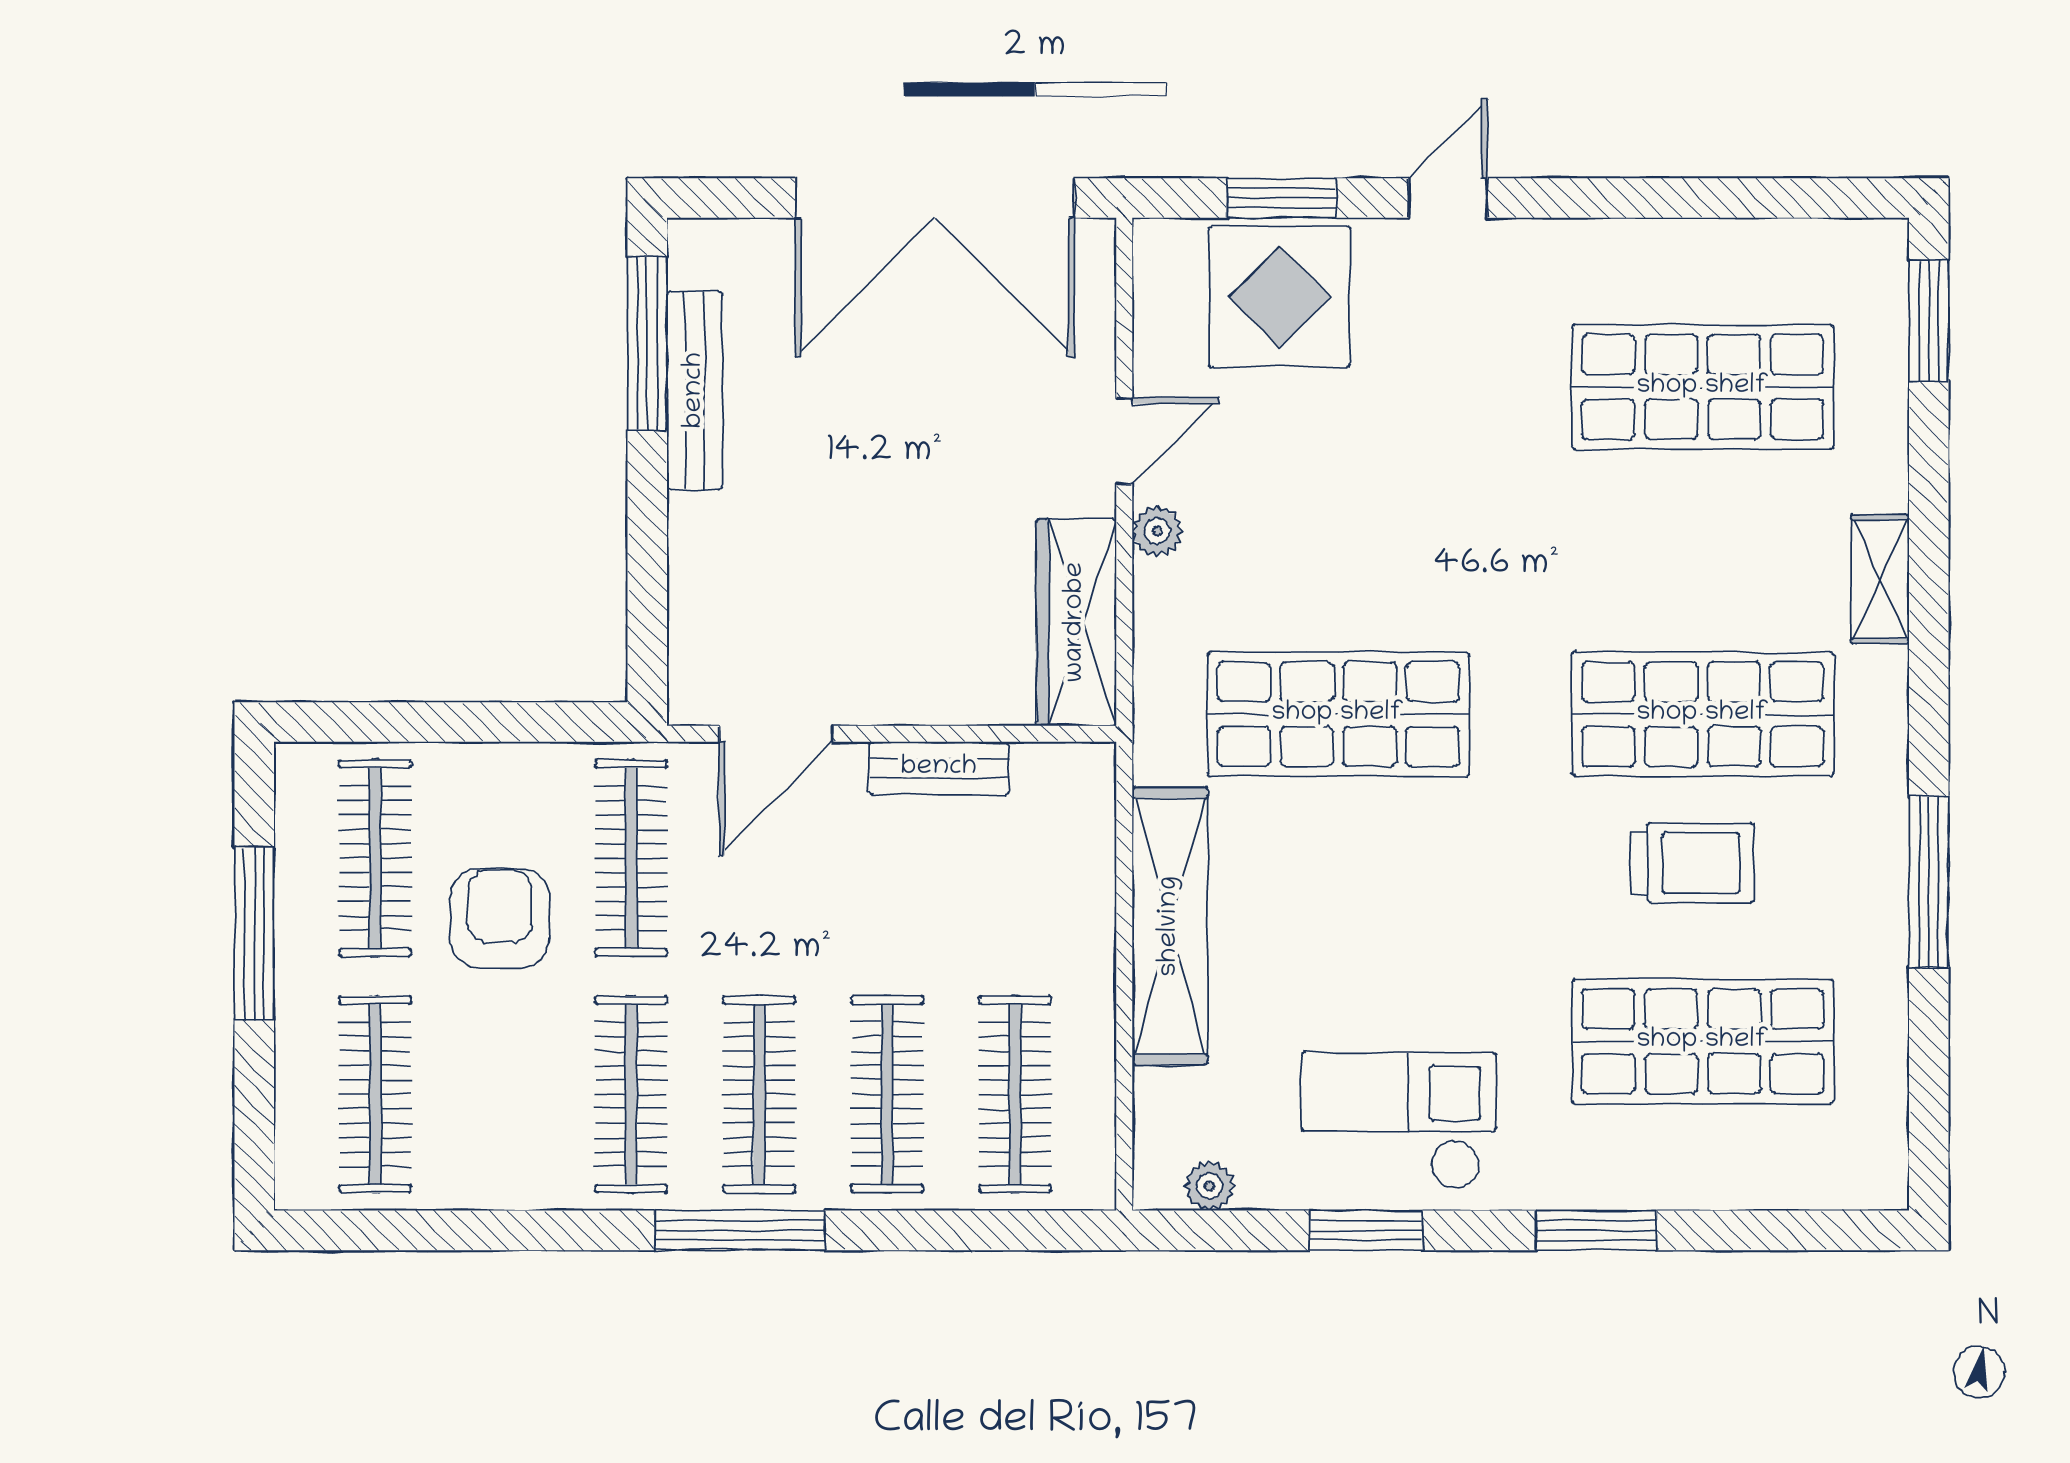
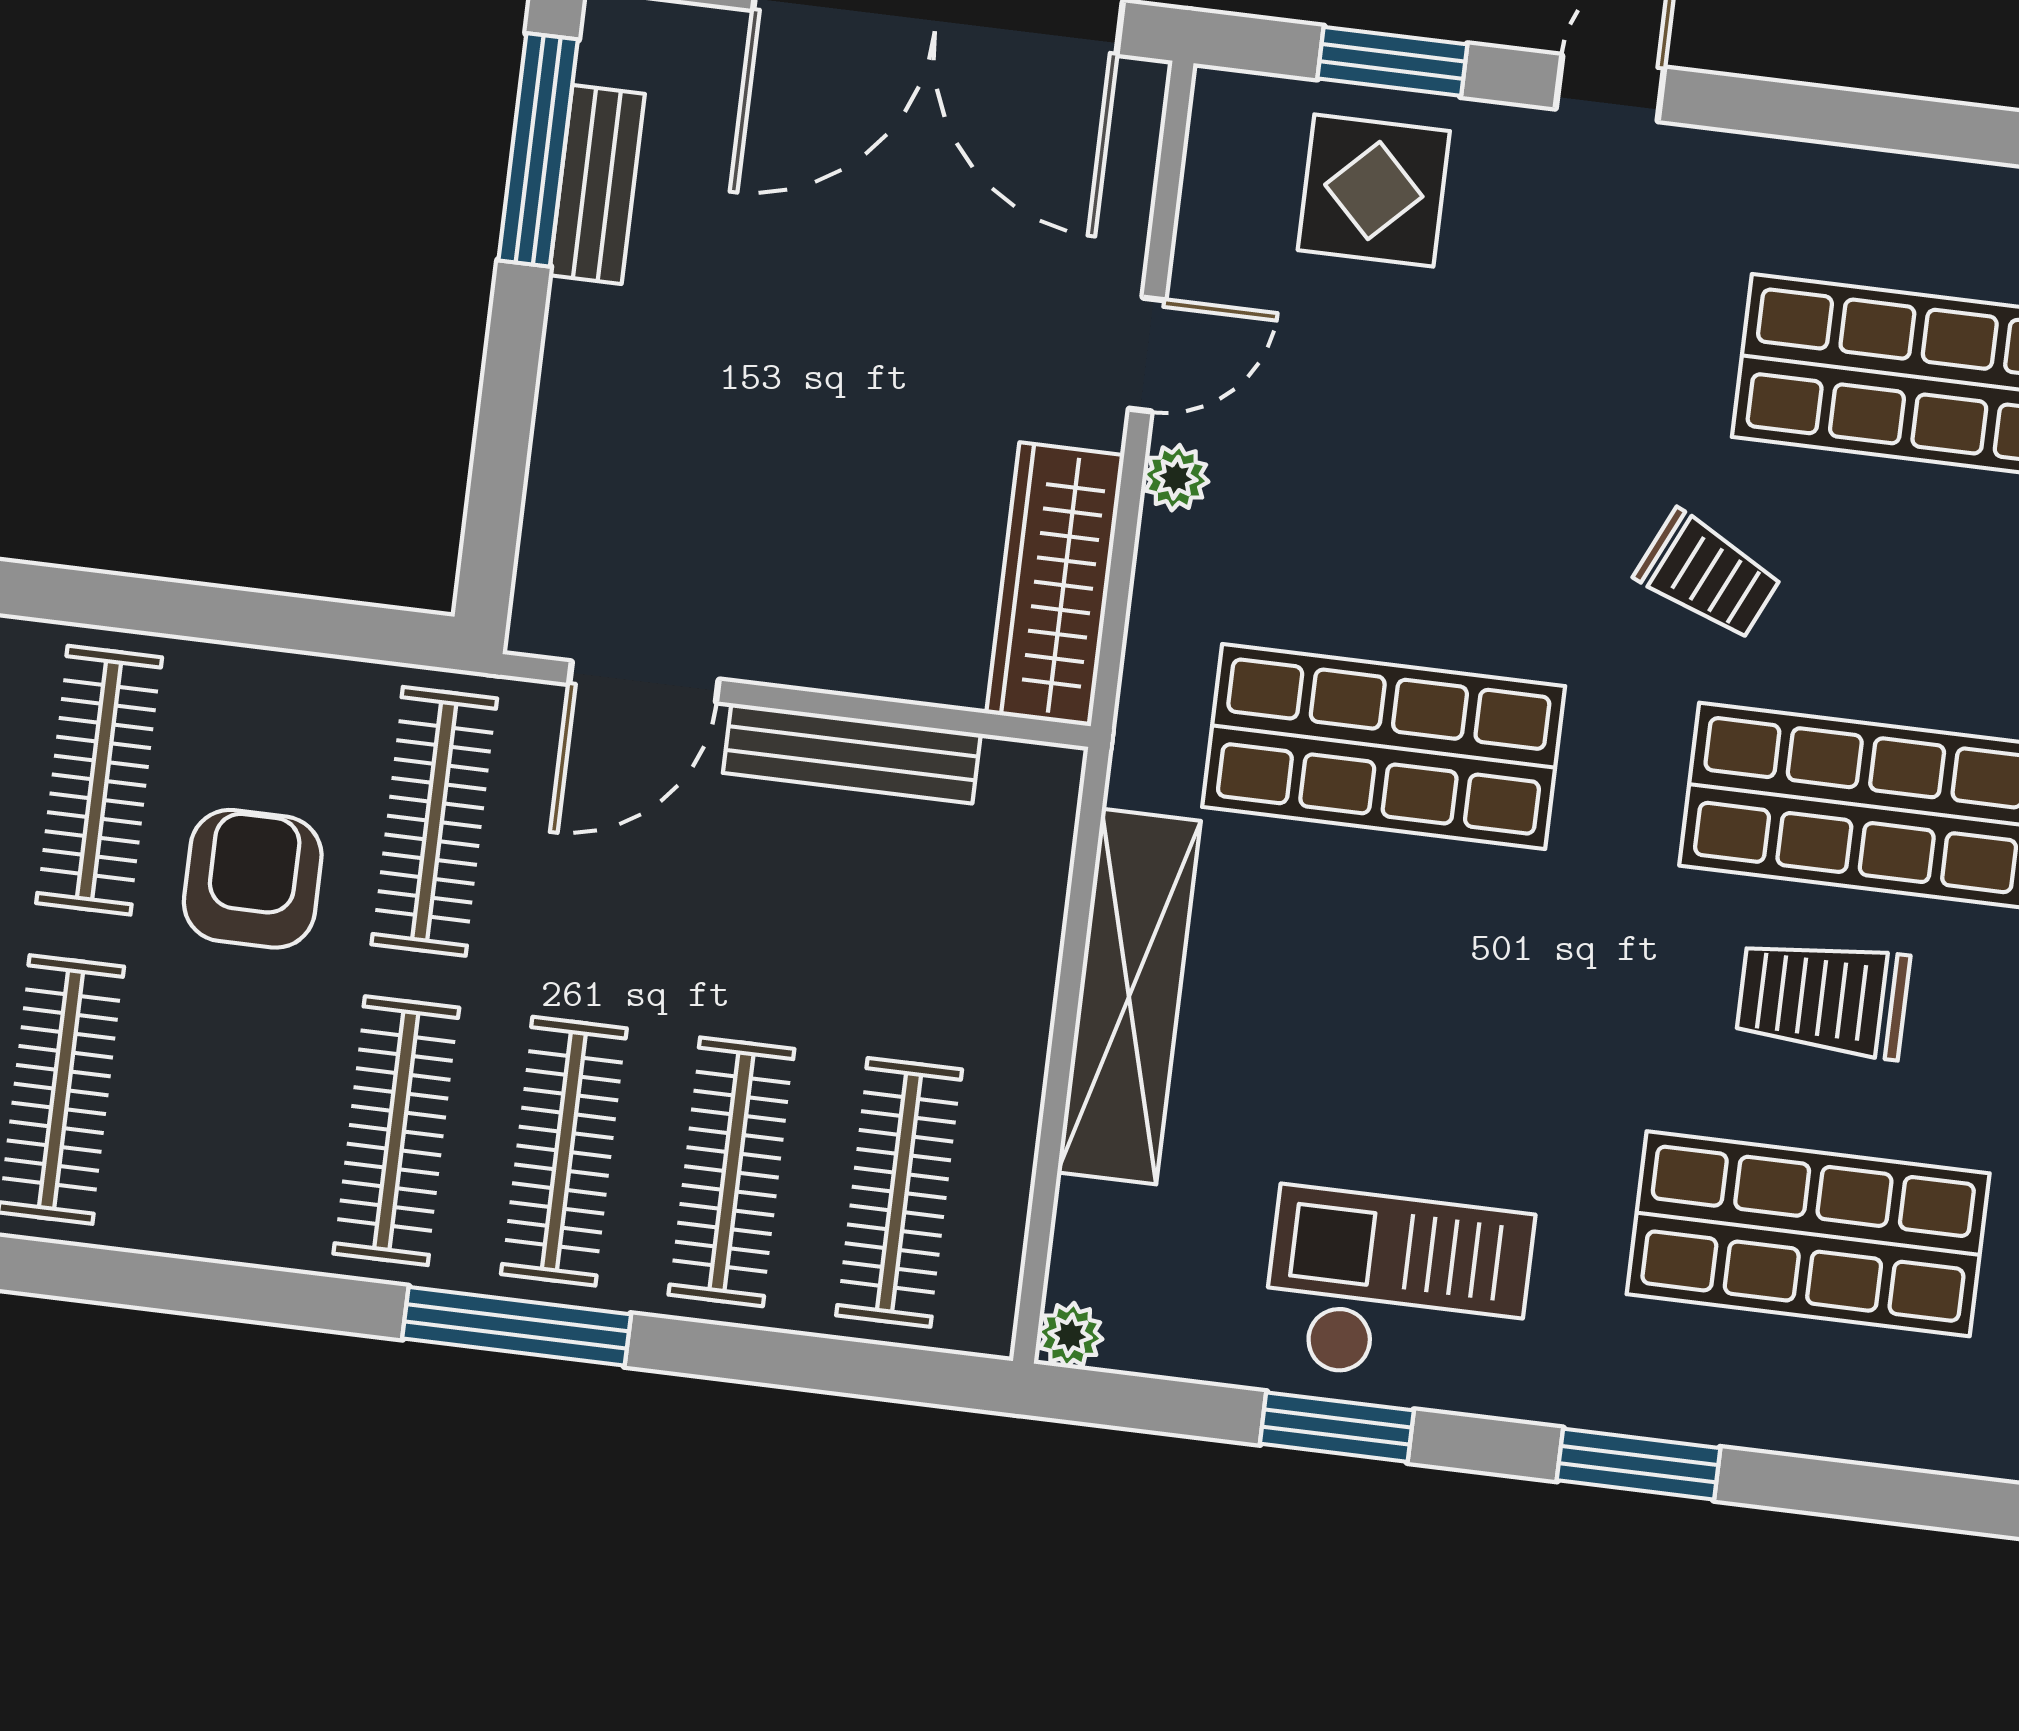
display table: (1280, 297) -> (1374, 191), width x0.73, depth x0.73
bench: (695, 390) -> (597, 185), width x0.73
trolley: (1567, 555) -> (1708, 575), added
bench: (939, 768) -> (852, 753), width x1.36
trolley: (1692, 863) -> (1823, 998), turned 180
plant: (1210, 1186) -> (1070, 1335), moved

